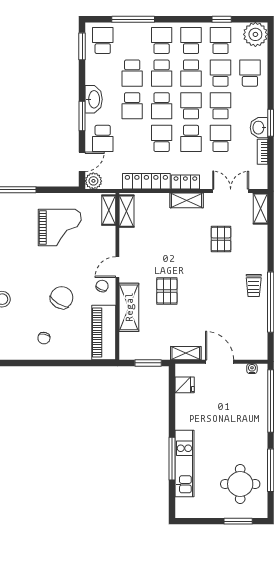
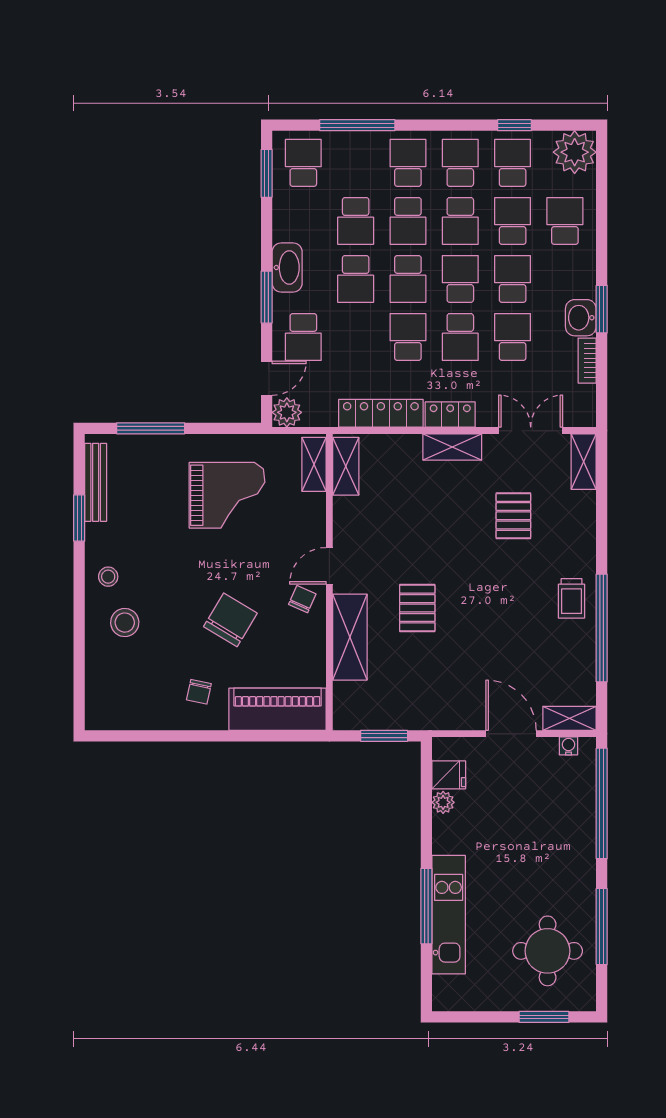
piano: (104, 332) -> (278, 709), moved, turned 90
shelving: (186, 353) -> (569, 718), moved
plant: (181, 400) -> (443, 802), added

